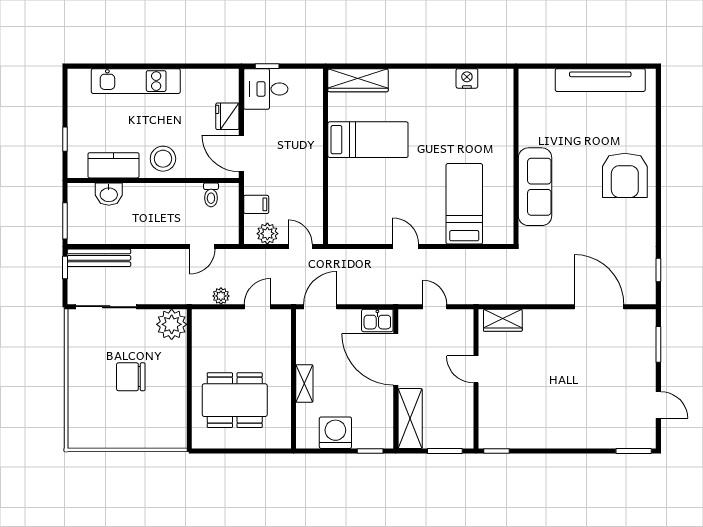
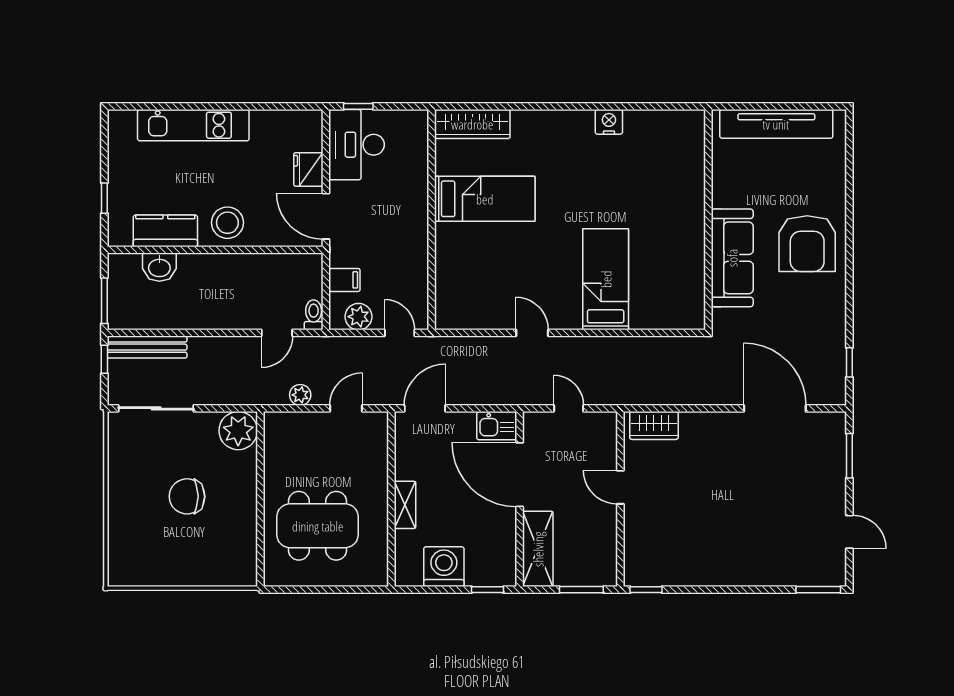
desk: (266, 89) -> (357, 145), width x1.37
wall: (516, 156) -> (708, 220), moved
sofa: (535, 187) -> (732, 258), moved
toilet: (211, 195) -> (314, 315), moved, turned 180

